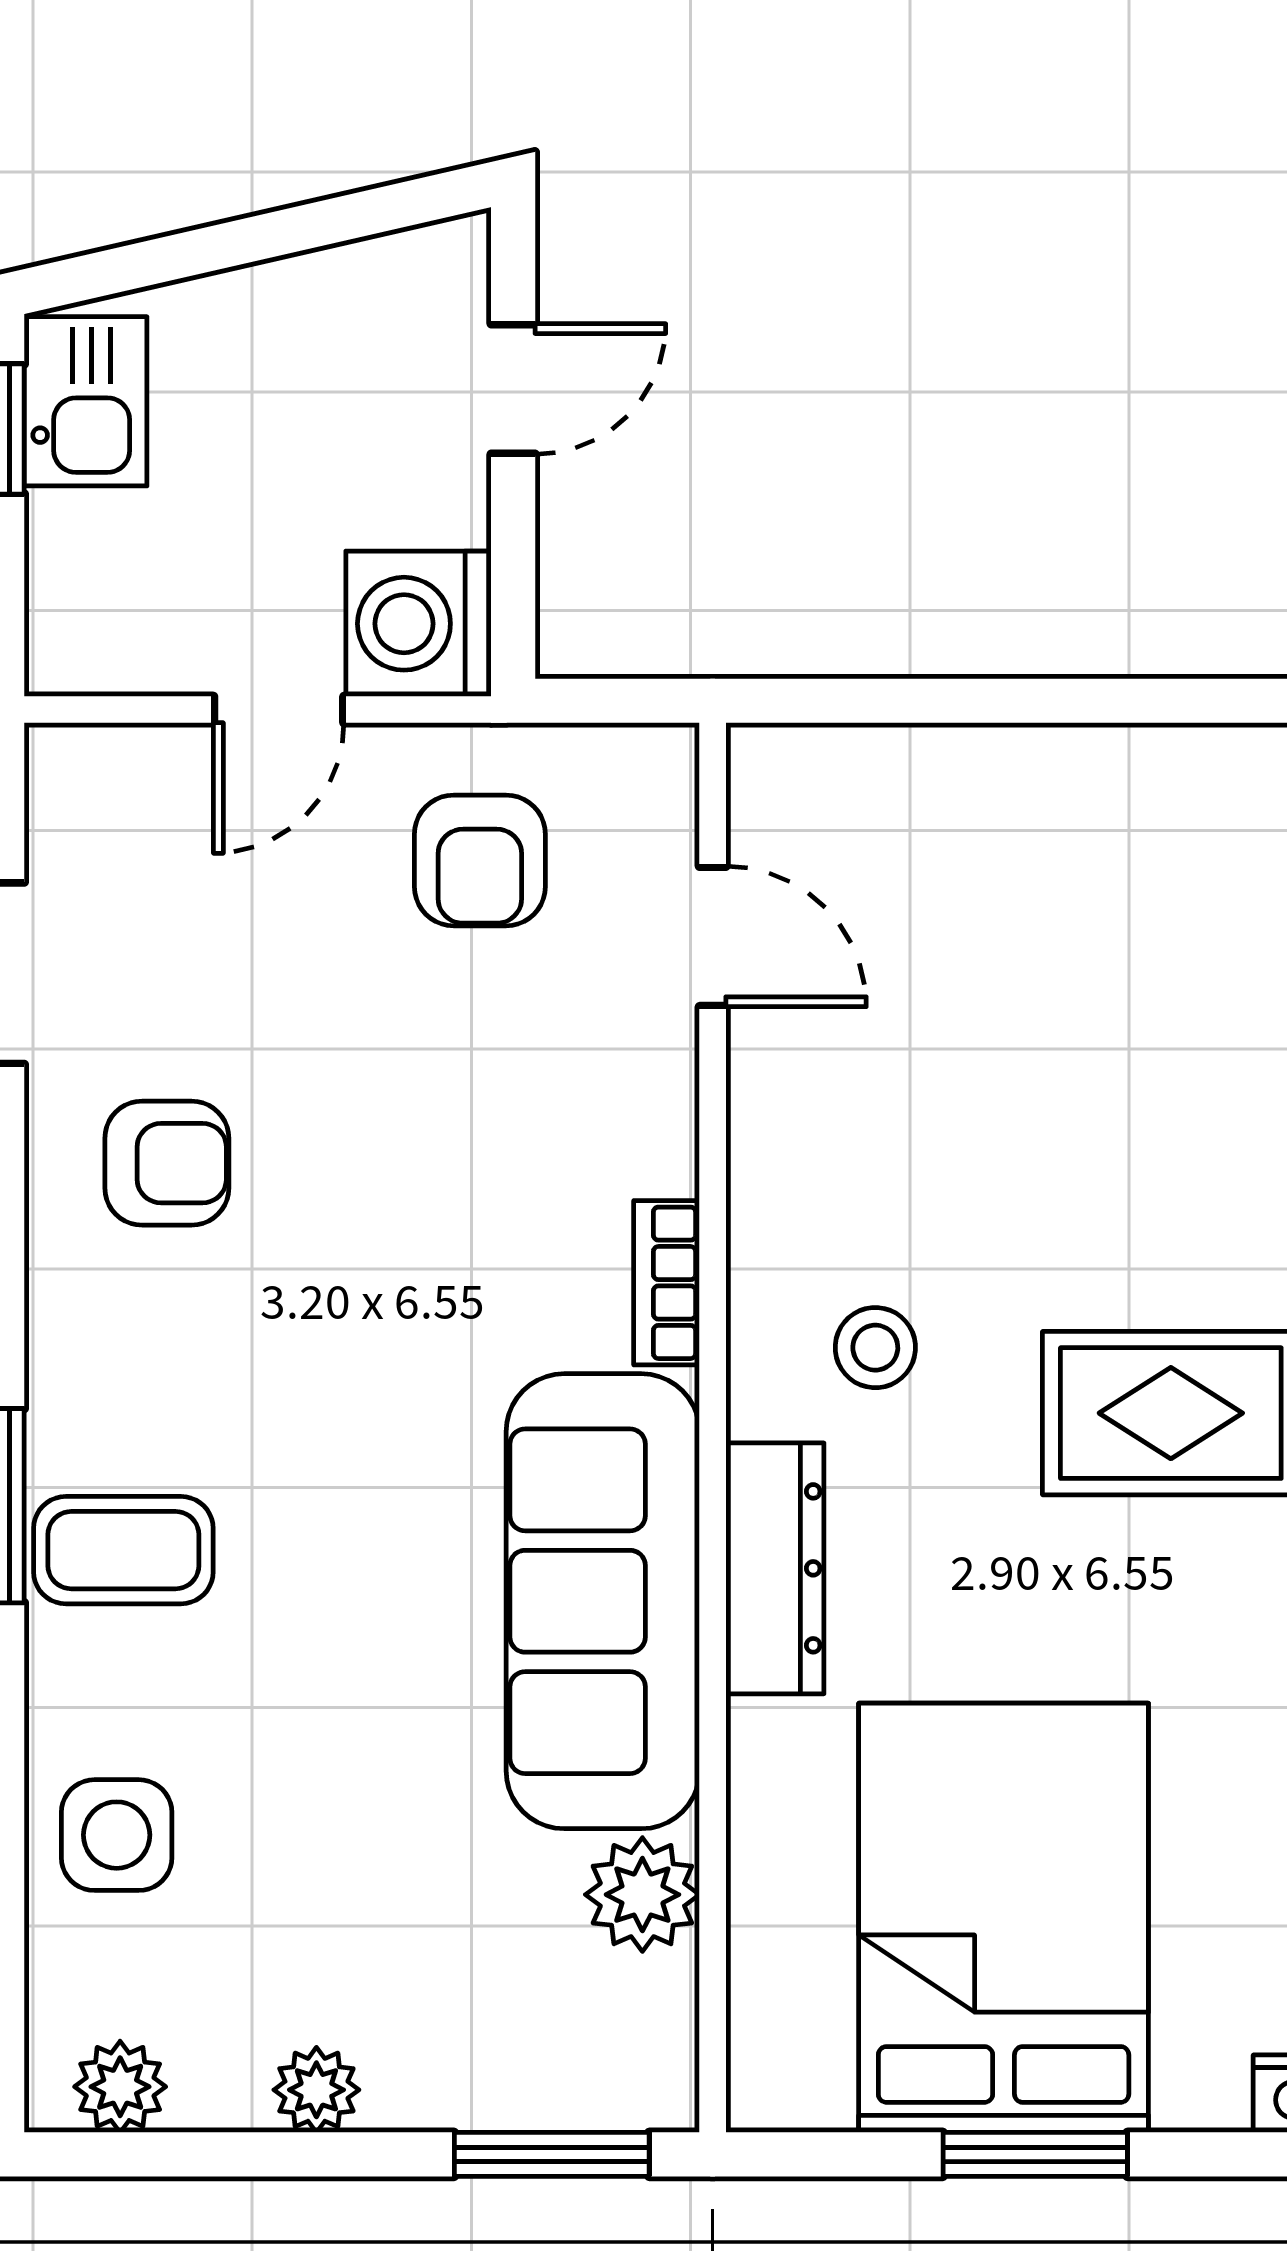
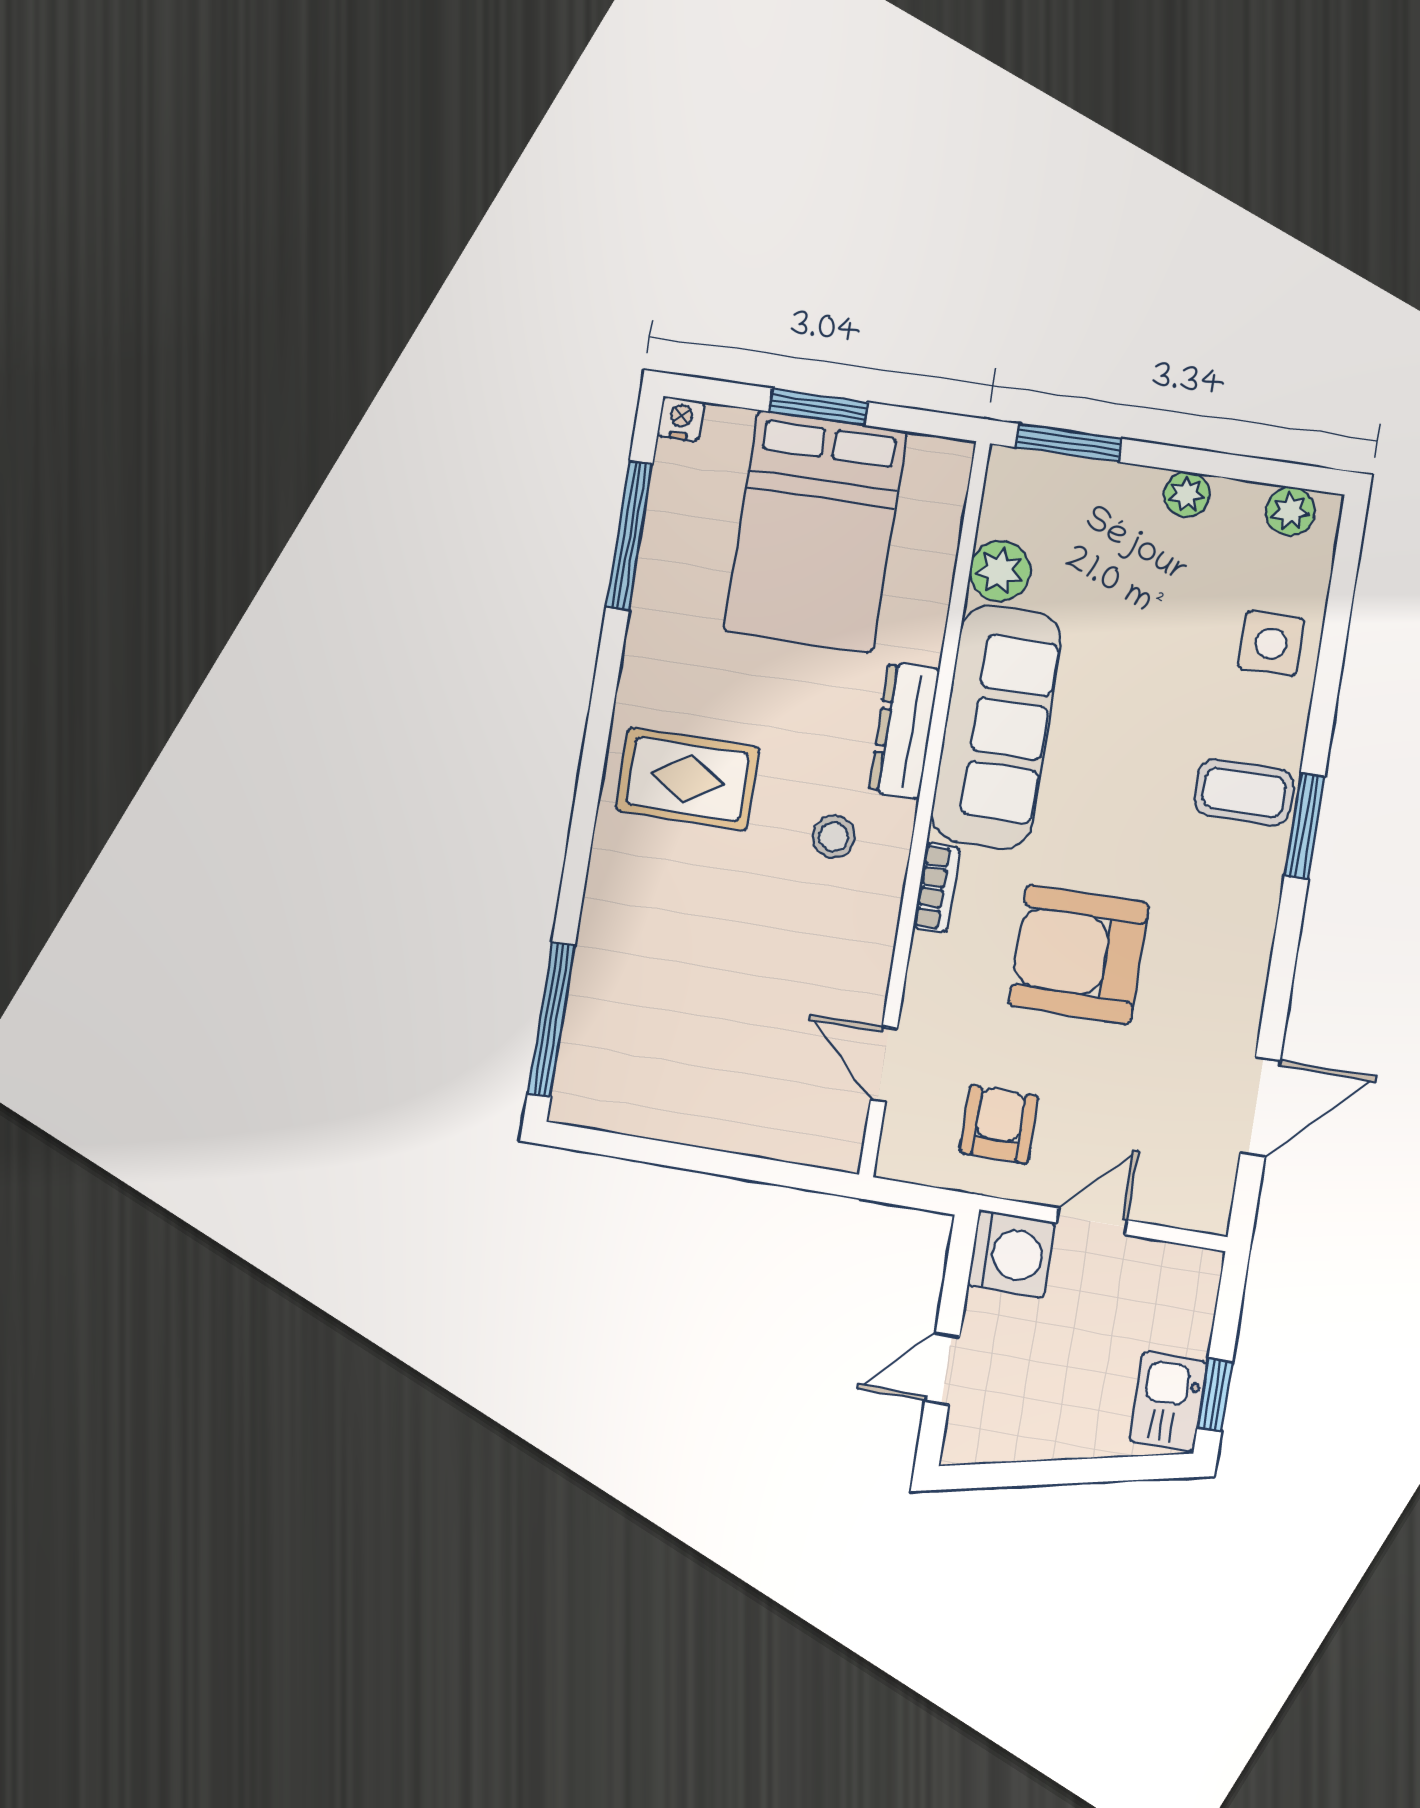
armchair: (167, 1163) -> (1078, 954), moved, width x1.88, depth x1.88

